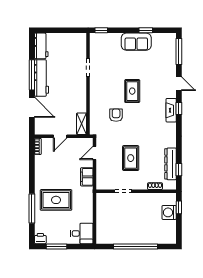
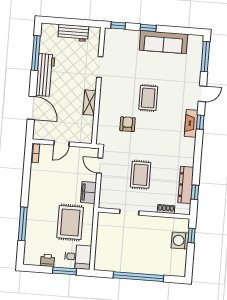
window: (146, 30) -> (148, 28), moved
sofa: (136, 42) -> (163, 42), width x1.36
workbench: (41, 46) -> (73, 33), moved, turned 90
window: (32, 75) -> (36, 53), moved
door: (179, 84) -> (202, 94), hinge flipped
shelving: (82, 124) -> (89, 103), moved
door: (95, 153) -> (100, 166), hinge flipped
rug: (56, 200) -> (70, 222), moved, turned 90
printer: (40, 239) -> (47, 260), moved
window: (57, 246) -> (65, 271), moved

